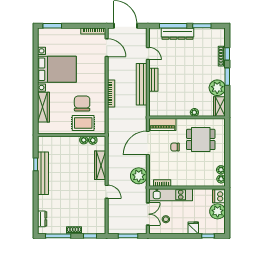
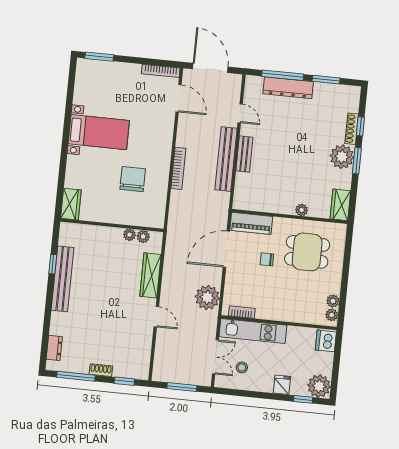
bed with nightstands: (57, 69) -> (99, 132), width x0.73
plant: (217, 88) -> (342, 157), moved
wardrobe: (43, 107) -> (71, 204), moved, width x0.67
rug: (83, 123) -> (131, 209), removed
plant: (218, 211) -> (319, 386), moved

